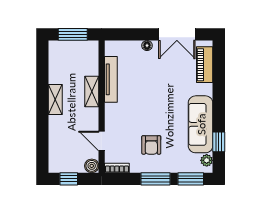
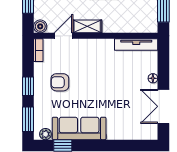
piano: (205, 65) -> (135, 132), removed
tv unit: (111, 79) -> (136, 44), moved
shelving: (92, 91) -> (87, 26), moved
window: (156, 179) -> (28, 86), width x0.67

